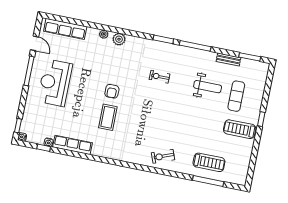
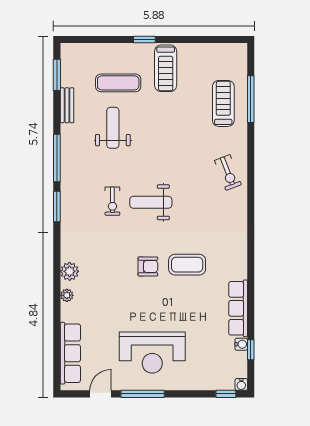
weight bench: (154, 102) -> (151, 202), added

